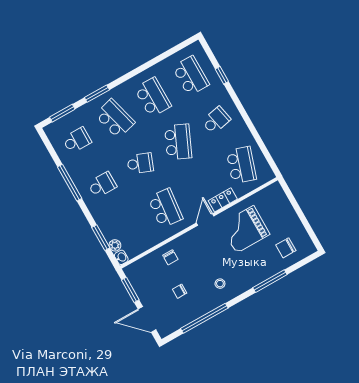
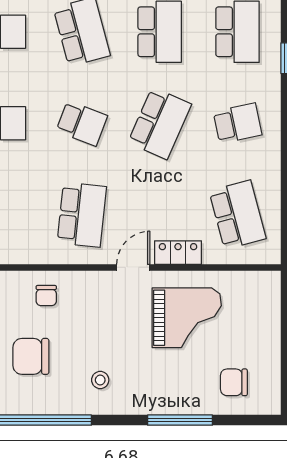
school desk: (241, 165) -> (238, 215), turned -33
grand piano: (245, 229) -> (187, 318), turned 180
chair: (180, 291) -> (31, 356), width x1.87, depth x1.87

